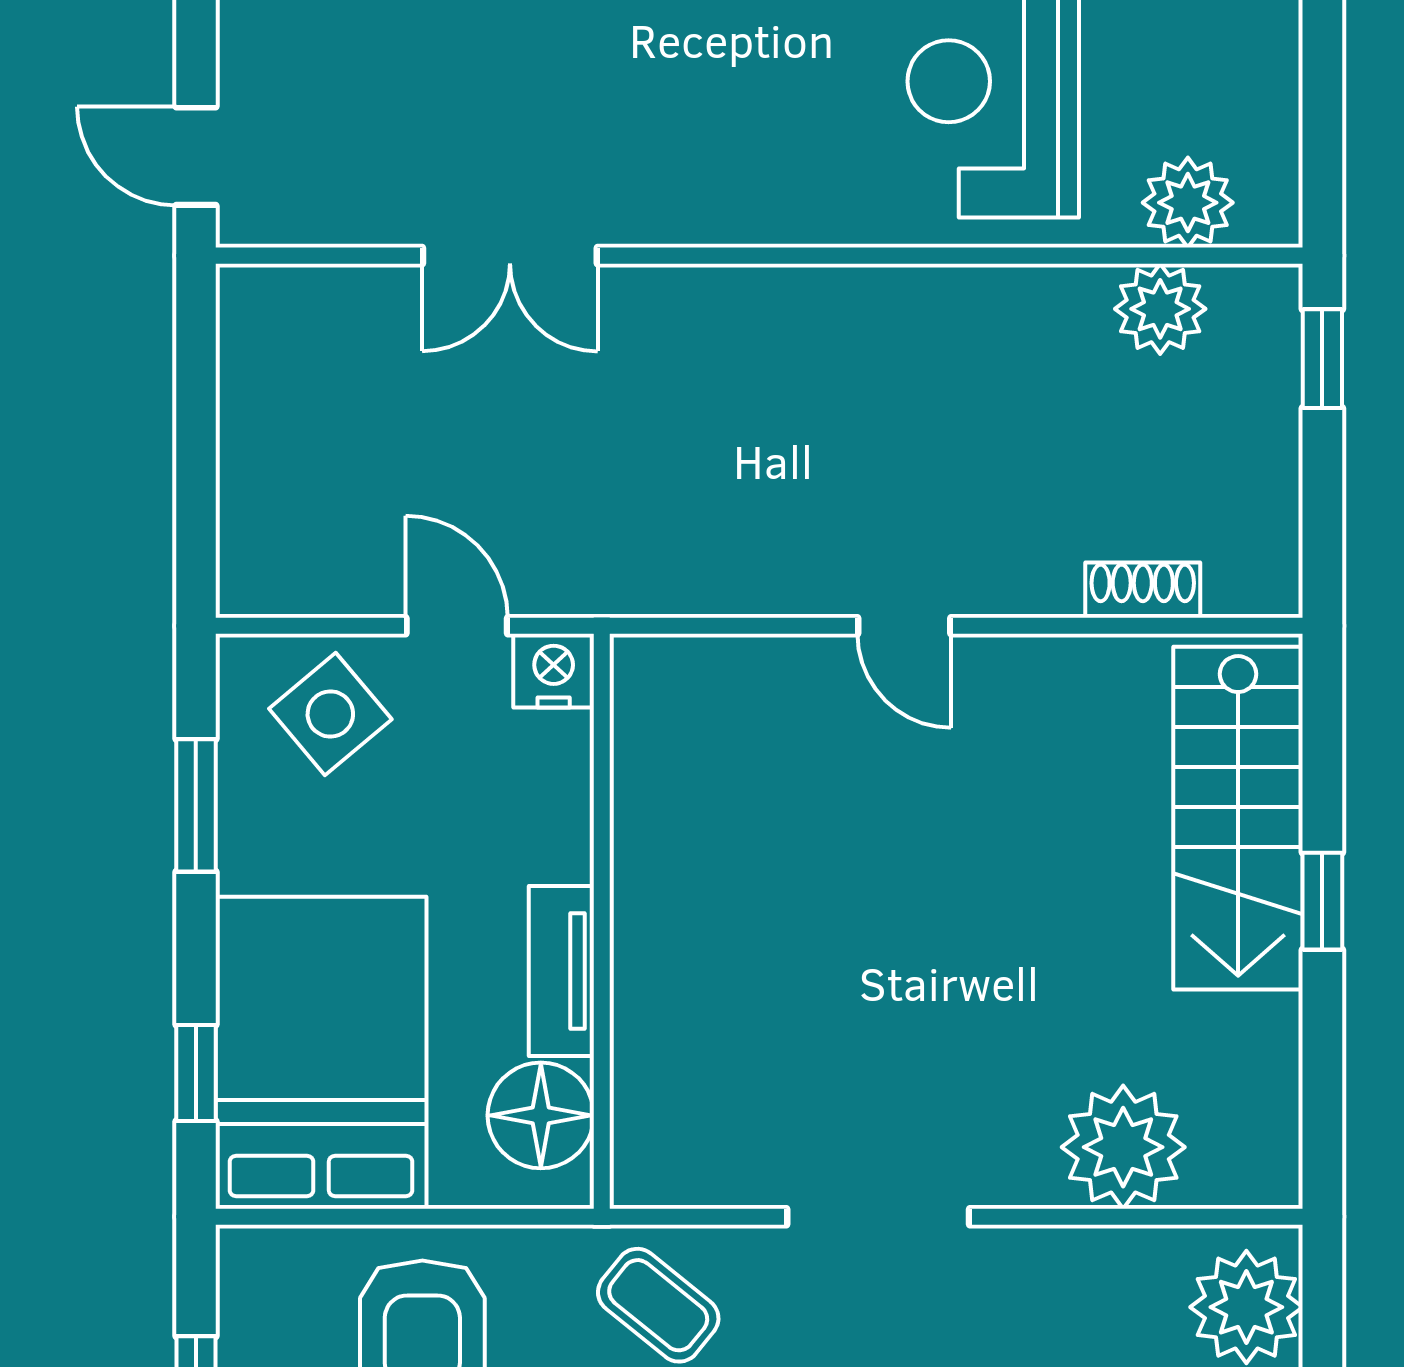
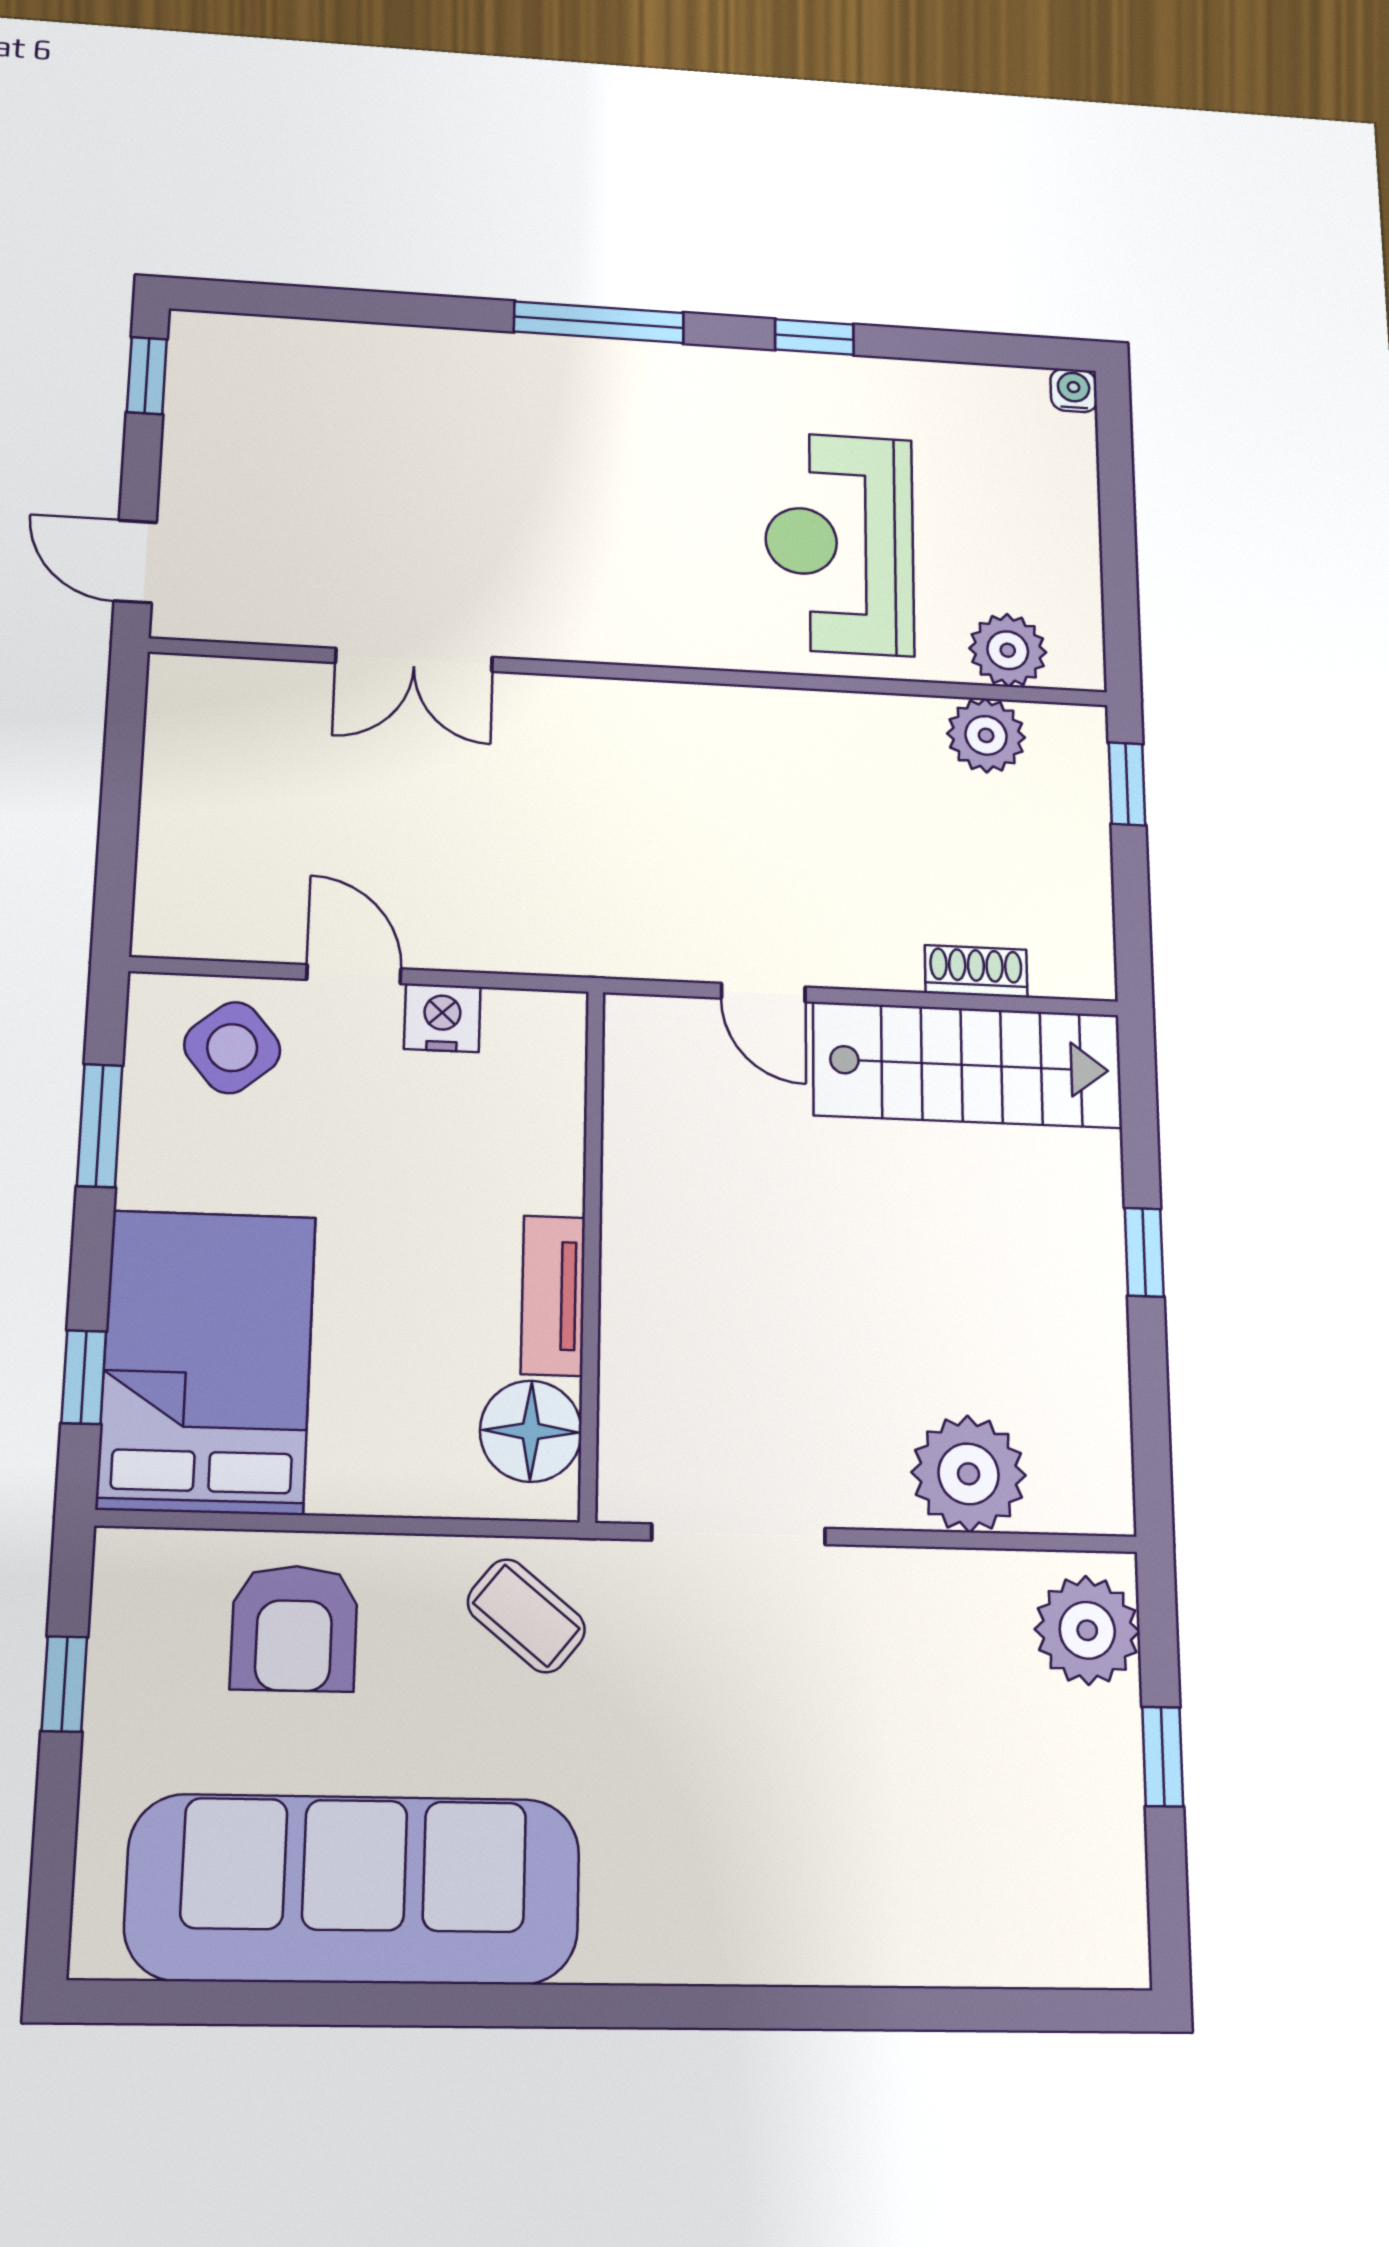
stairs: (1238, 818) -> (968, 1065), moved, turned -90
wall: (602, 921) -> (592, 1251), moved
tv unit: (561, 971) -> (553, 1295), moved
floor lamp: (541, 1115) -> (531, 1431), moved

